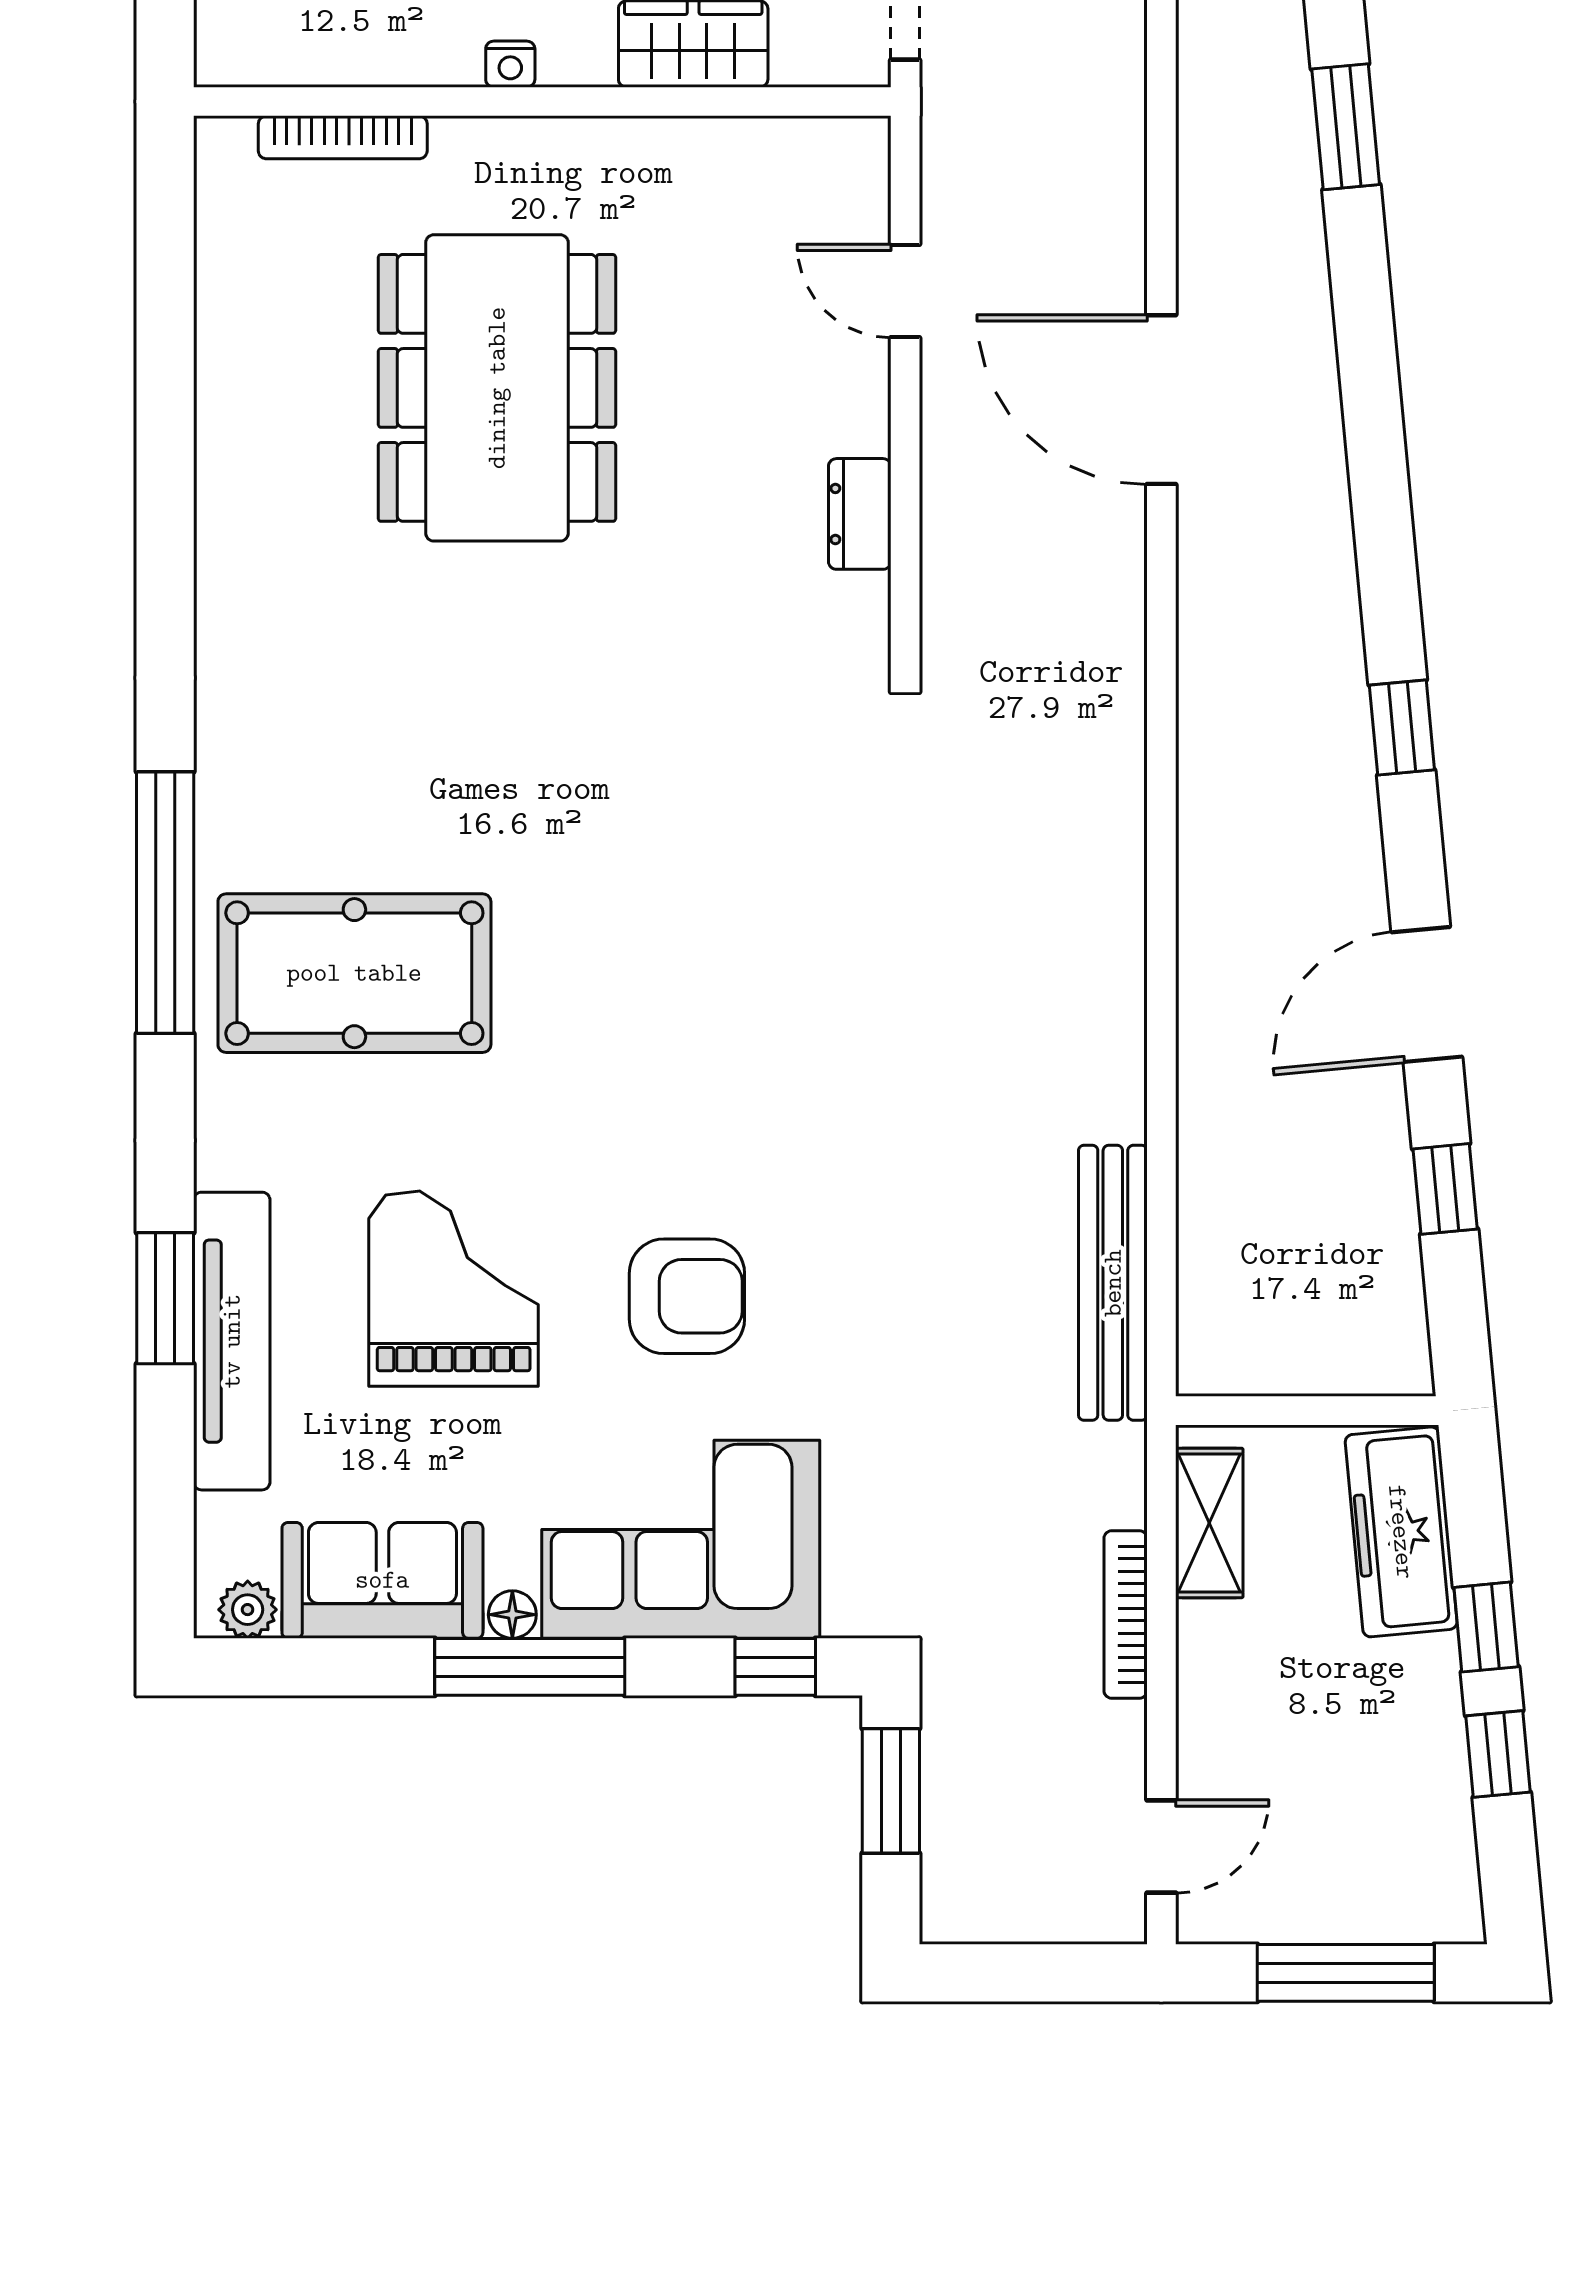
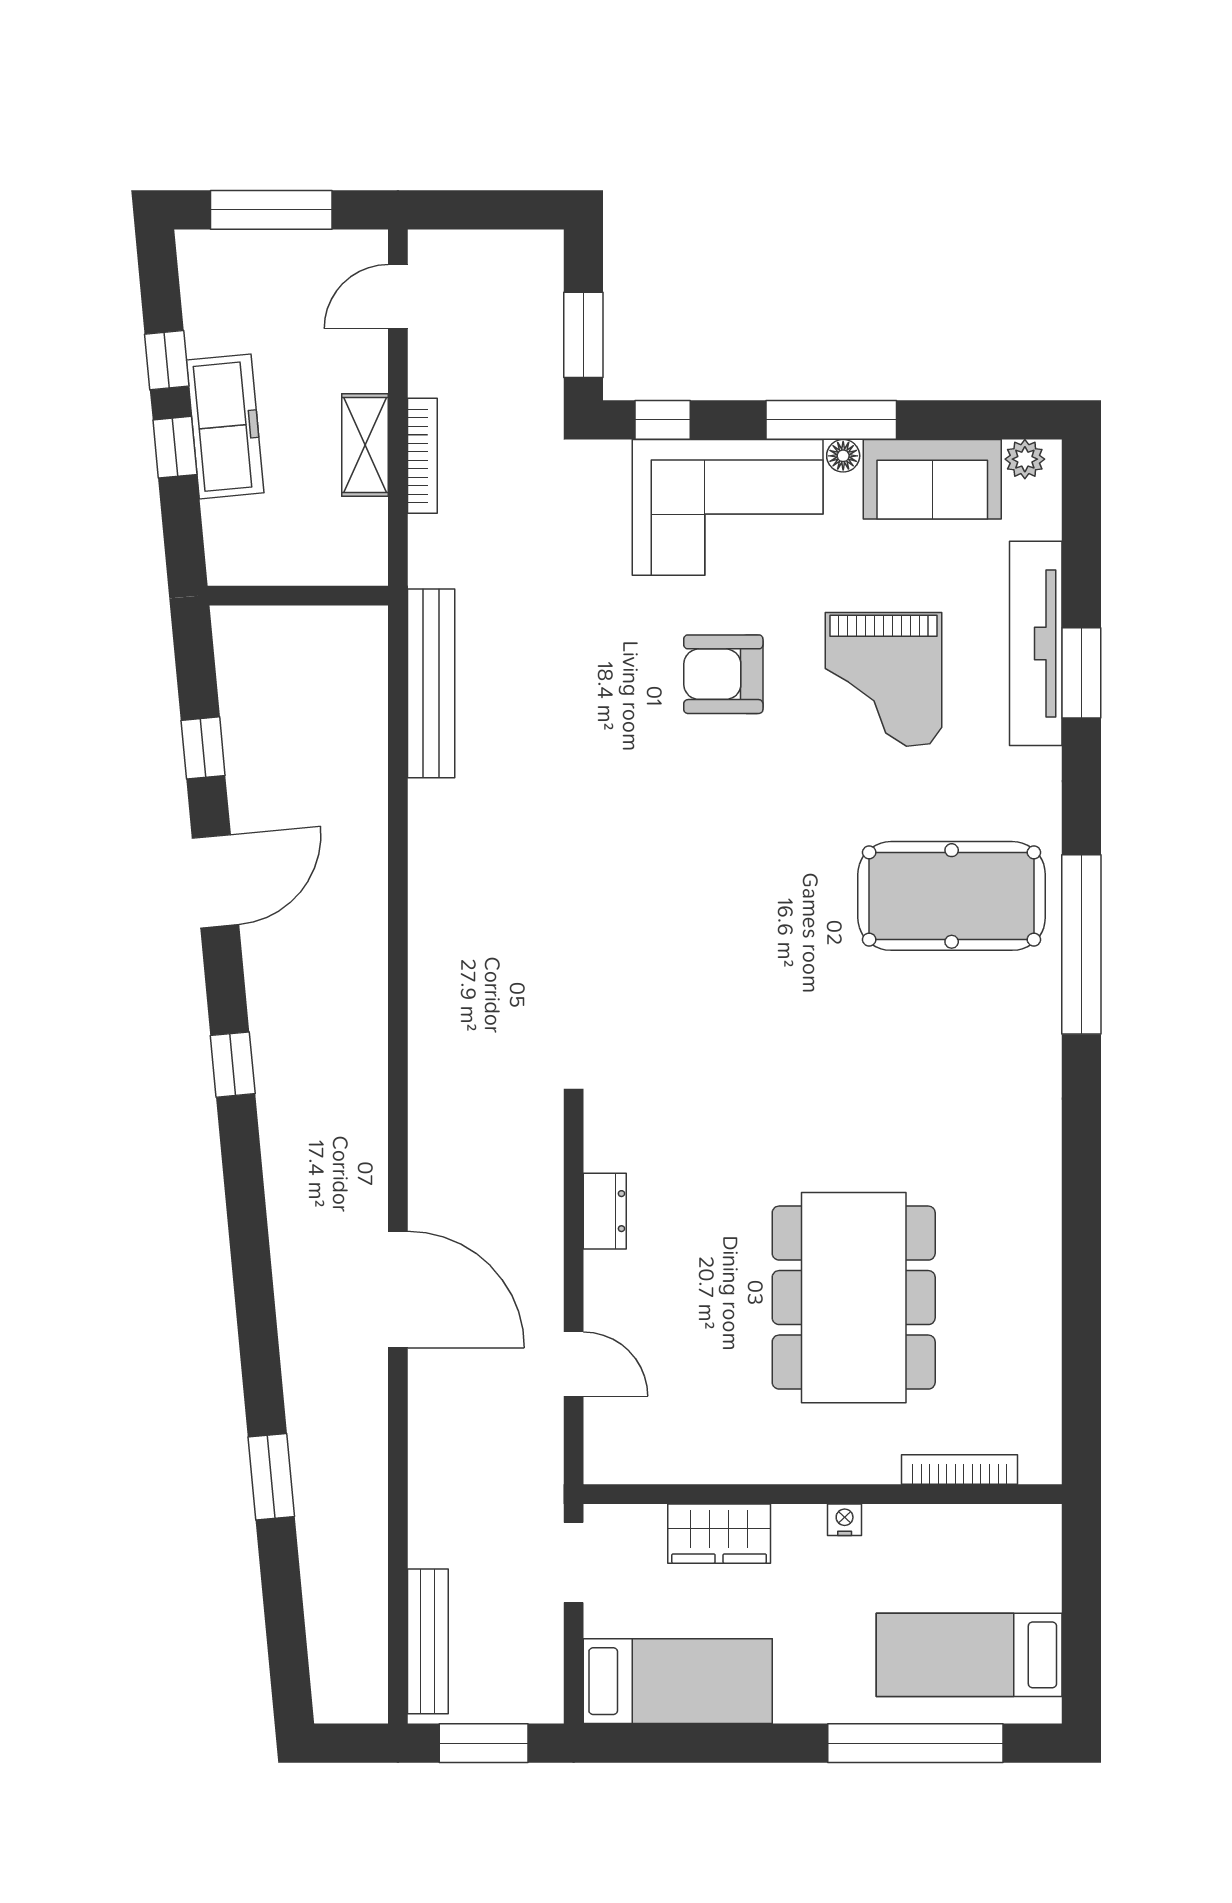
shelving: (1209, 1523) -> (365, 445), moved
freezer: (1401, 1532) -> (225, 426), moved

